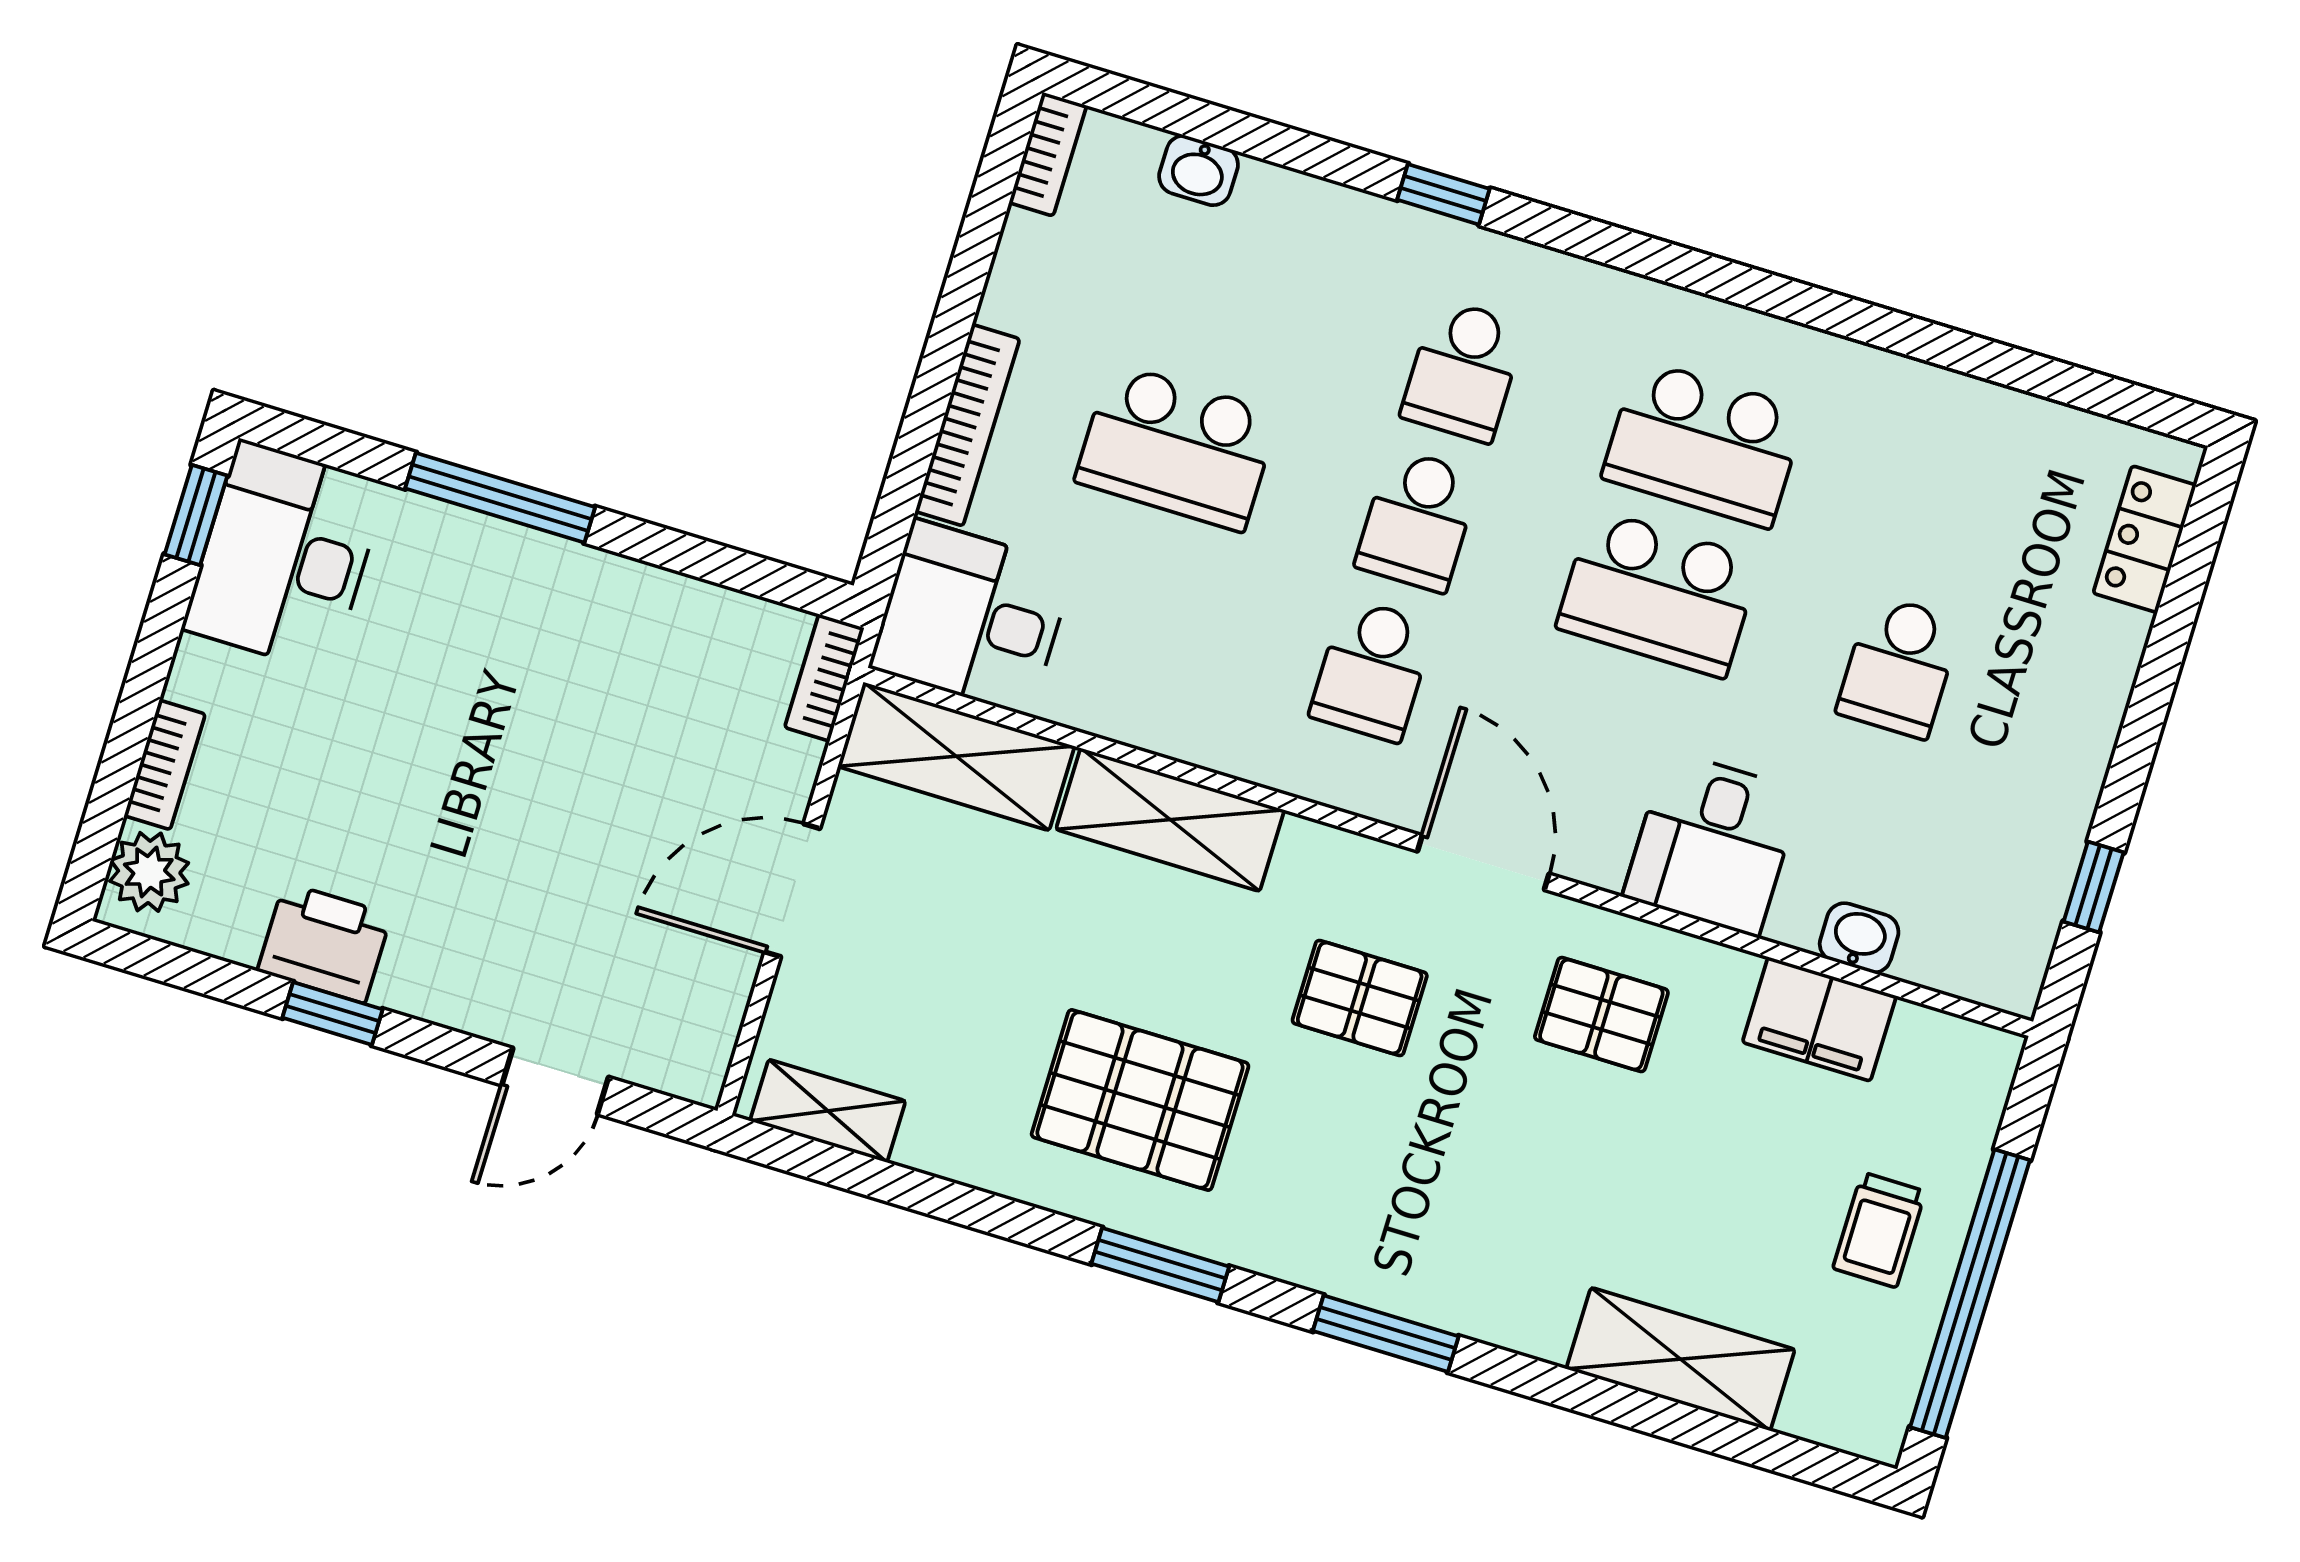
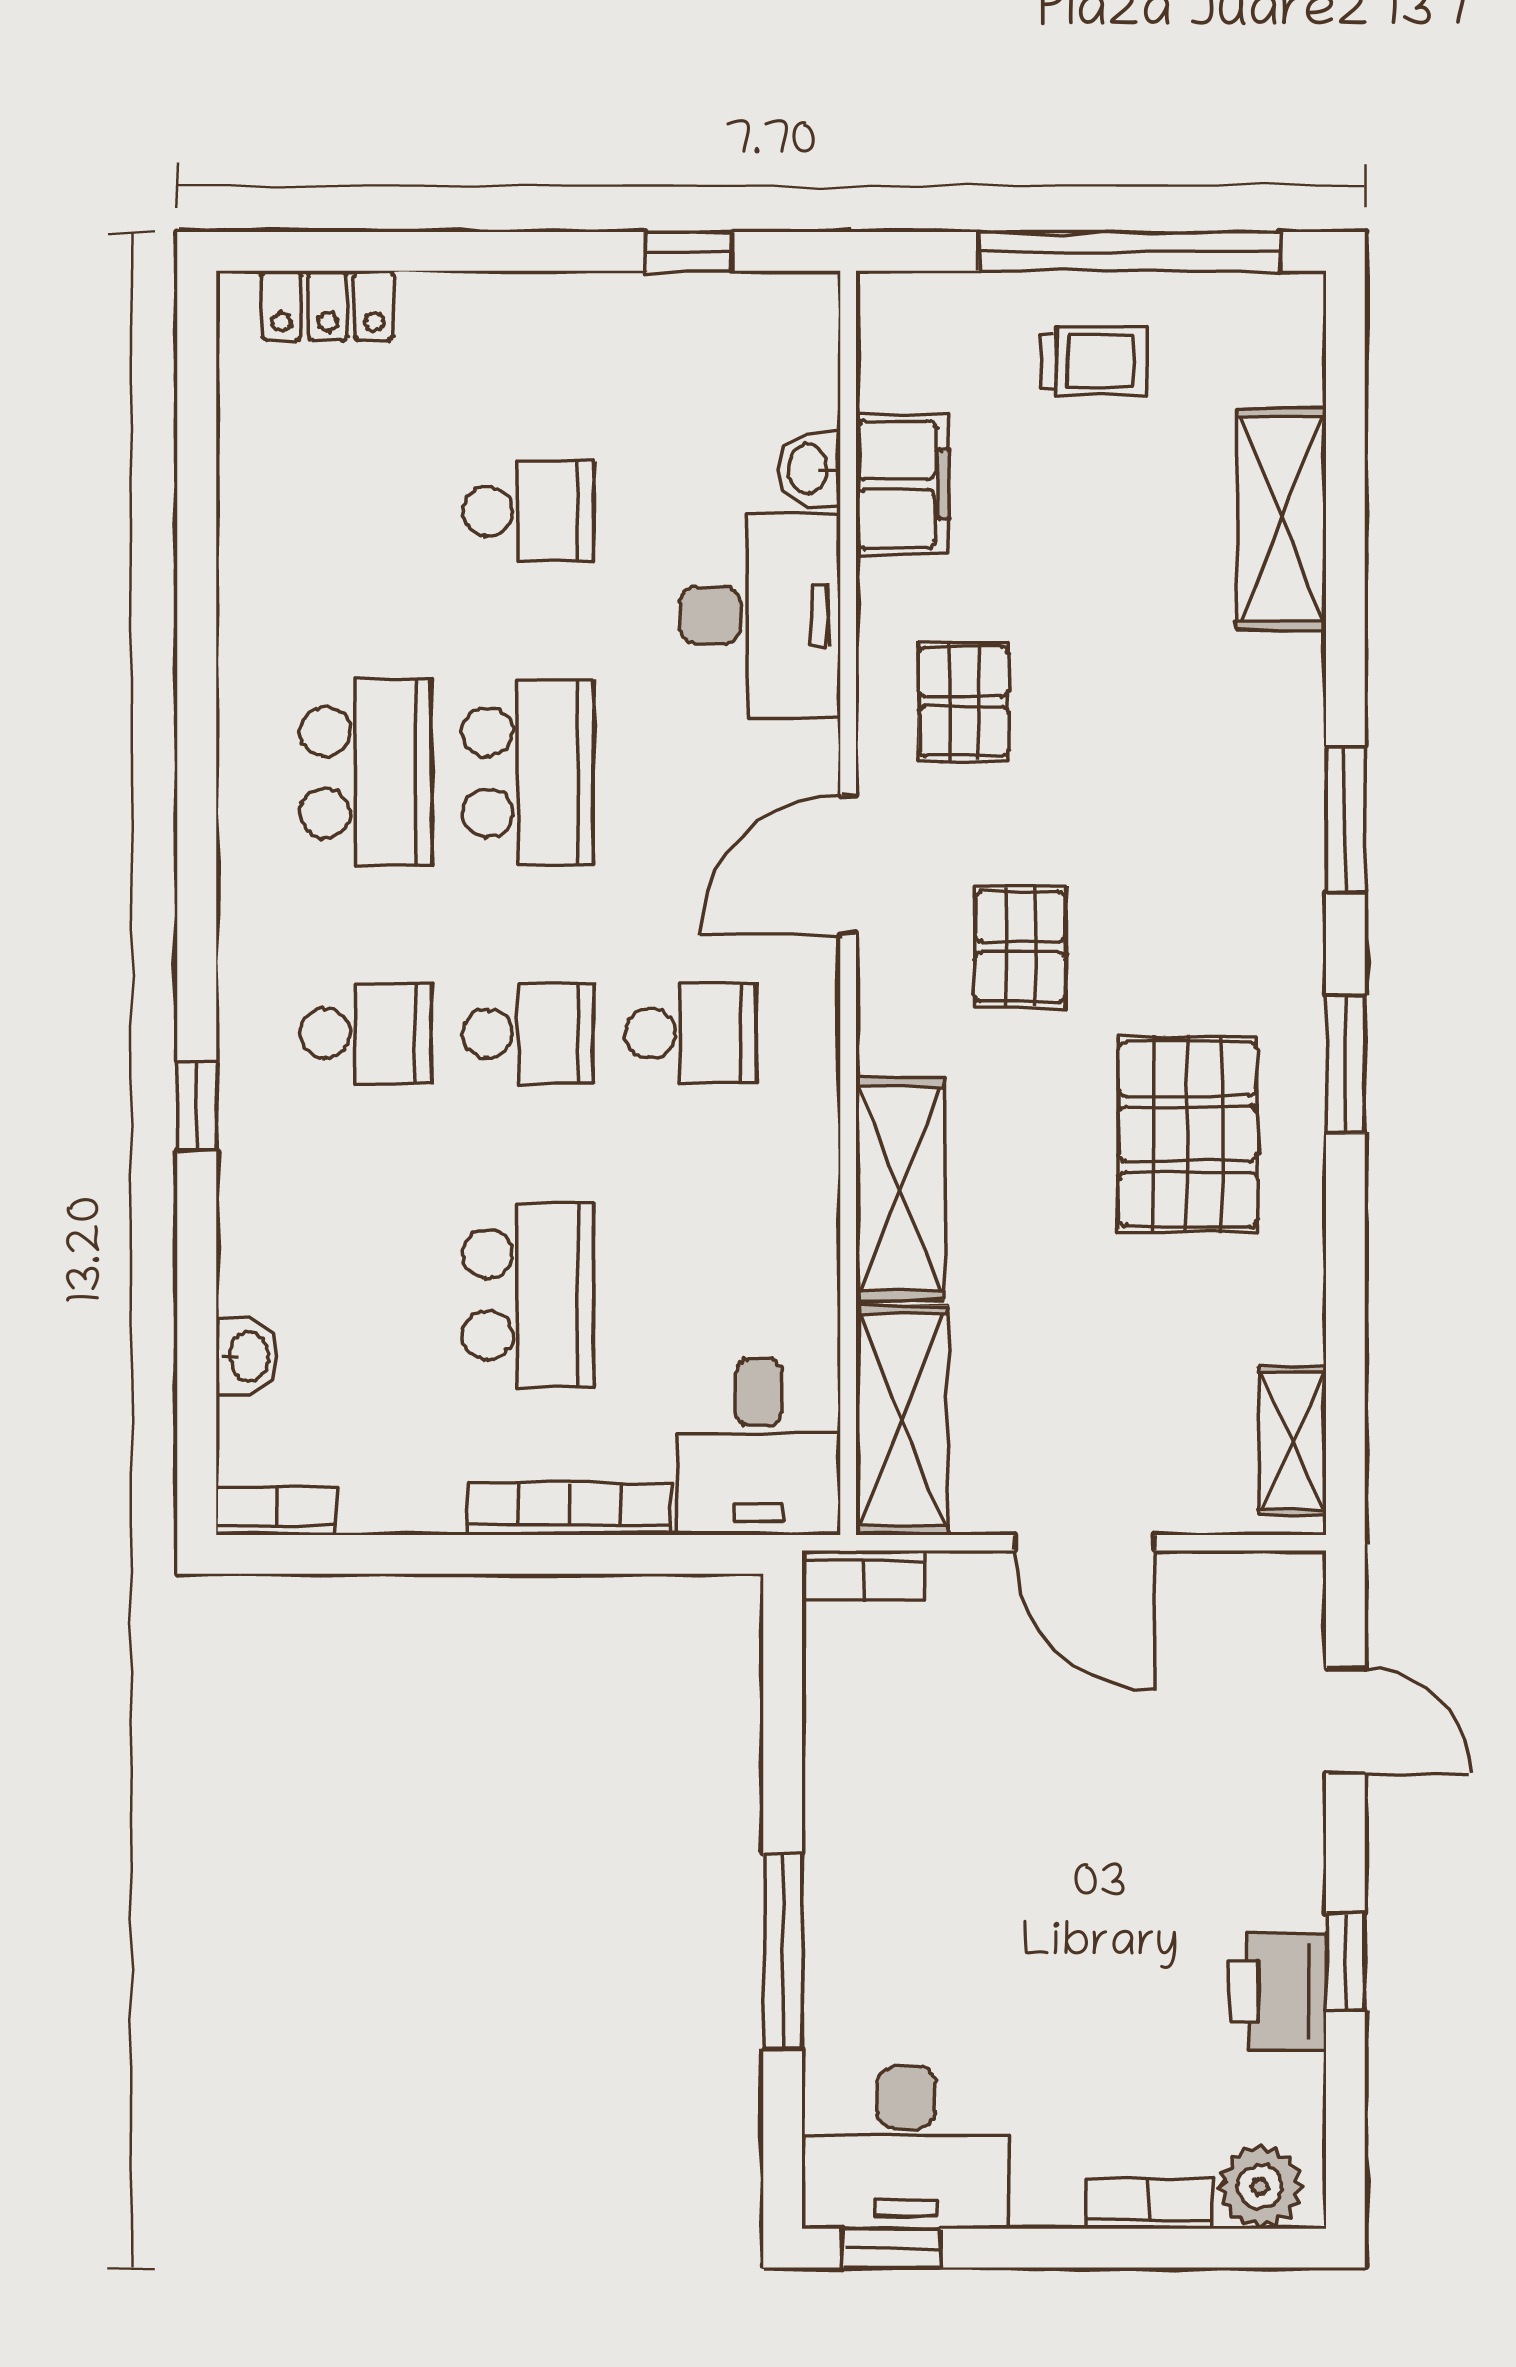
desk: (1712, 844) -> (760, 615), width x1.37

